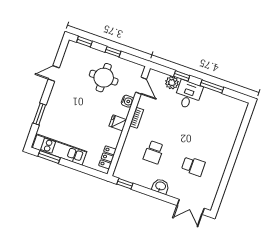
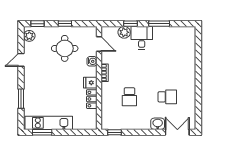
plant: (71, 51) -> (29, 36), added
locker: (107, 157) -> (92, 99), moved
washbasin: (160, 186) -> (158, 124), moved
double door: (191, 207) -> (177, 132), swing flipped

